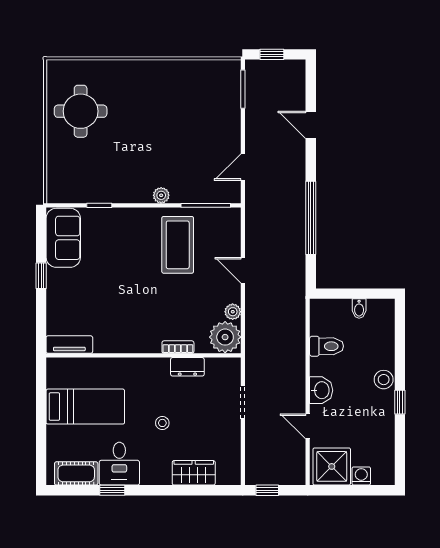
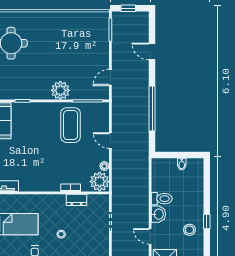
plant: (161, 195) -> (60, 90), width x1.87, depth x1.87
toilet: (327, 346) -> (162, 199), moved
stool: (384, 380) -> (189, 230), moved

